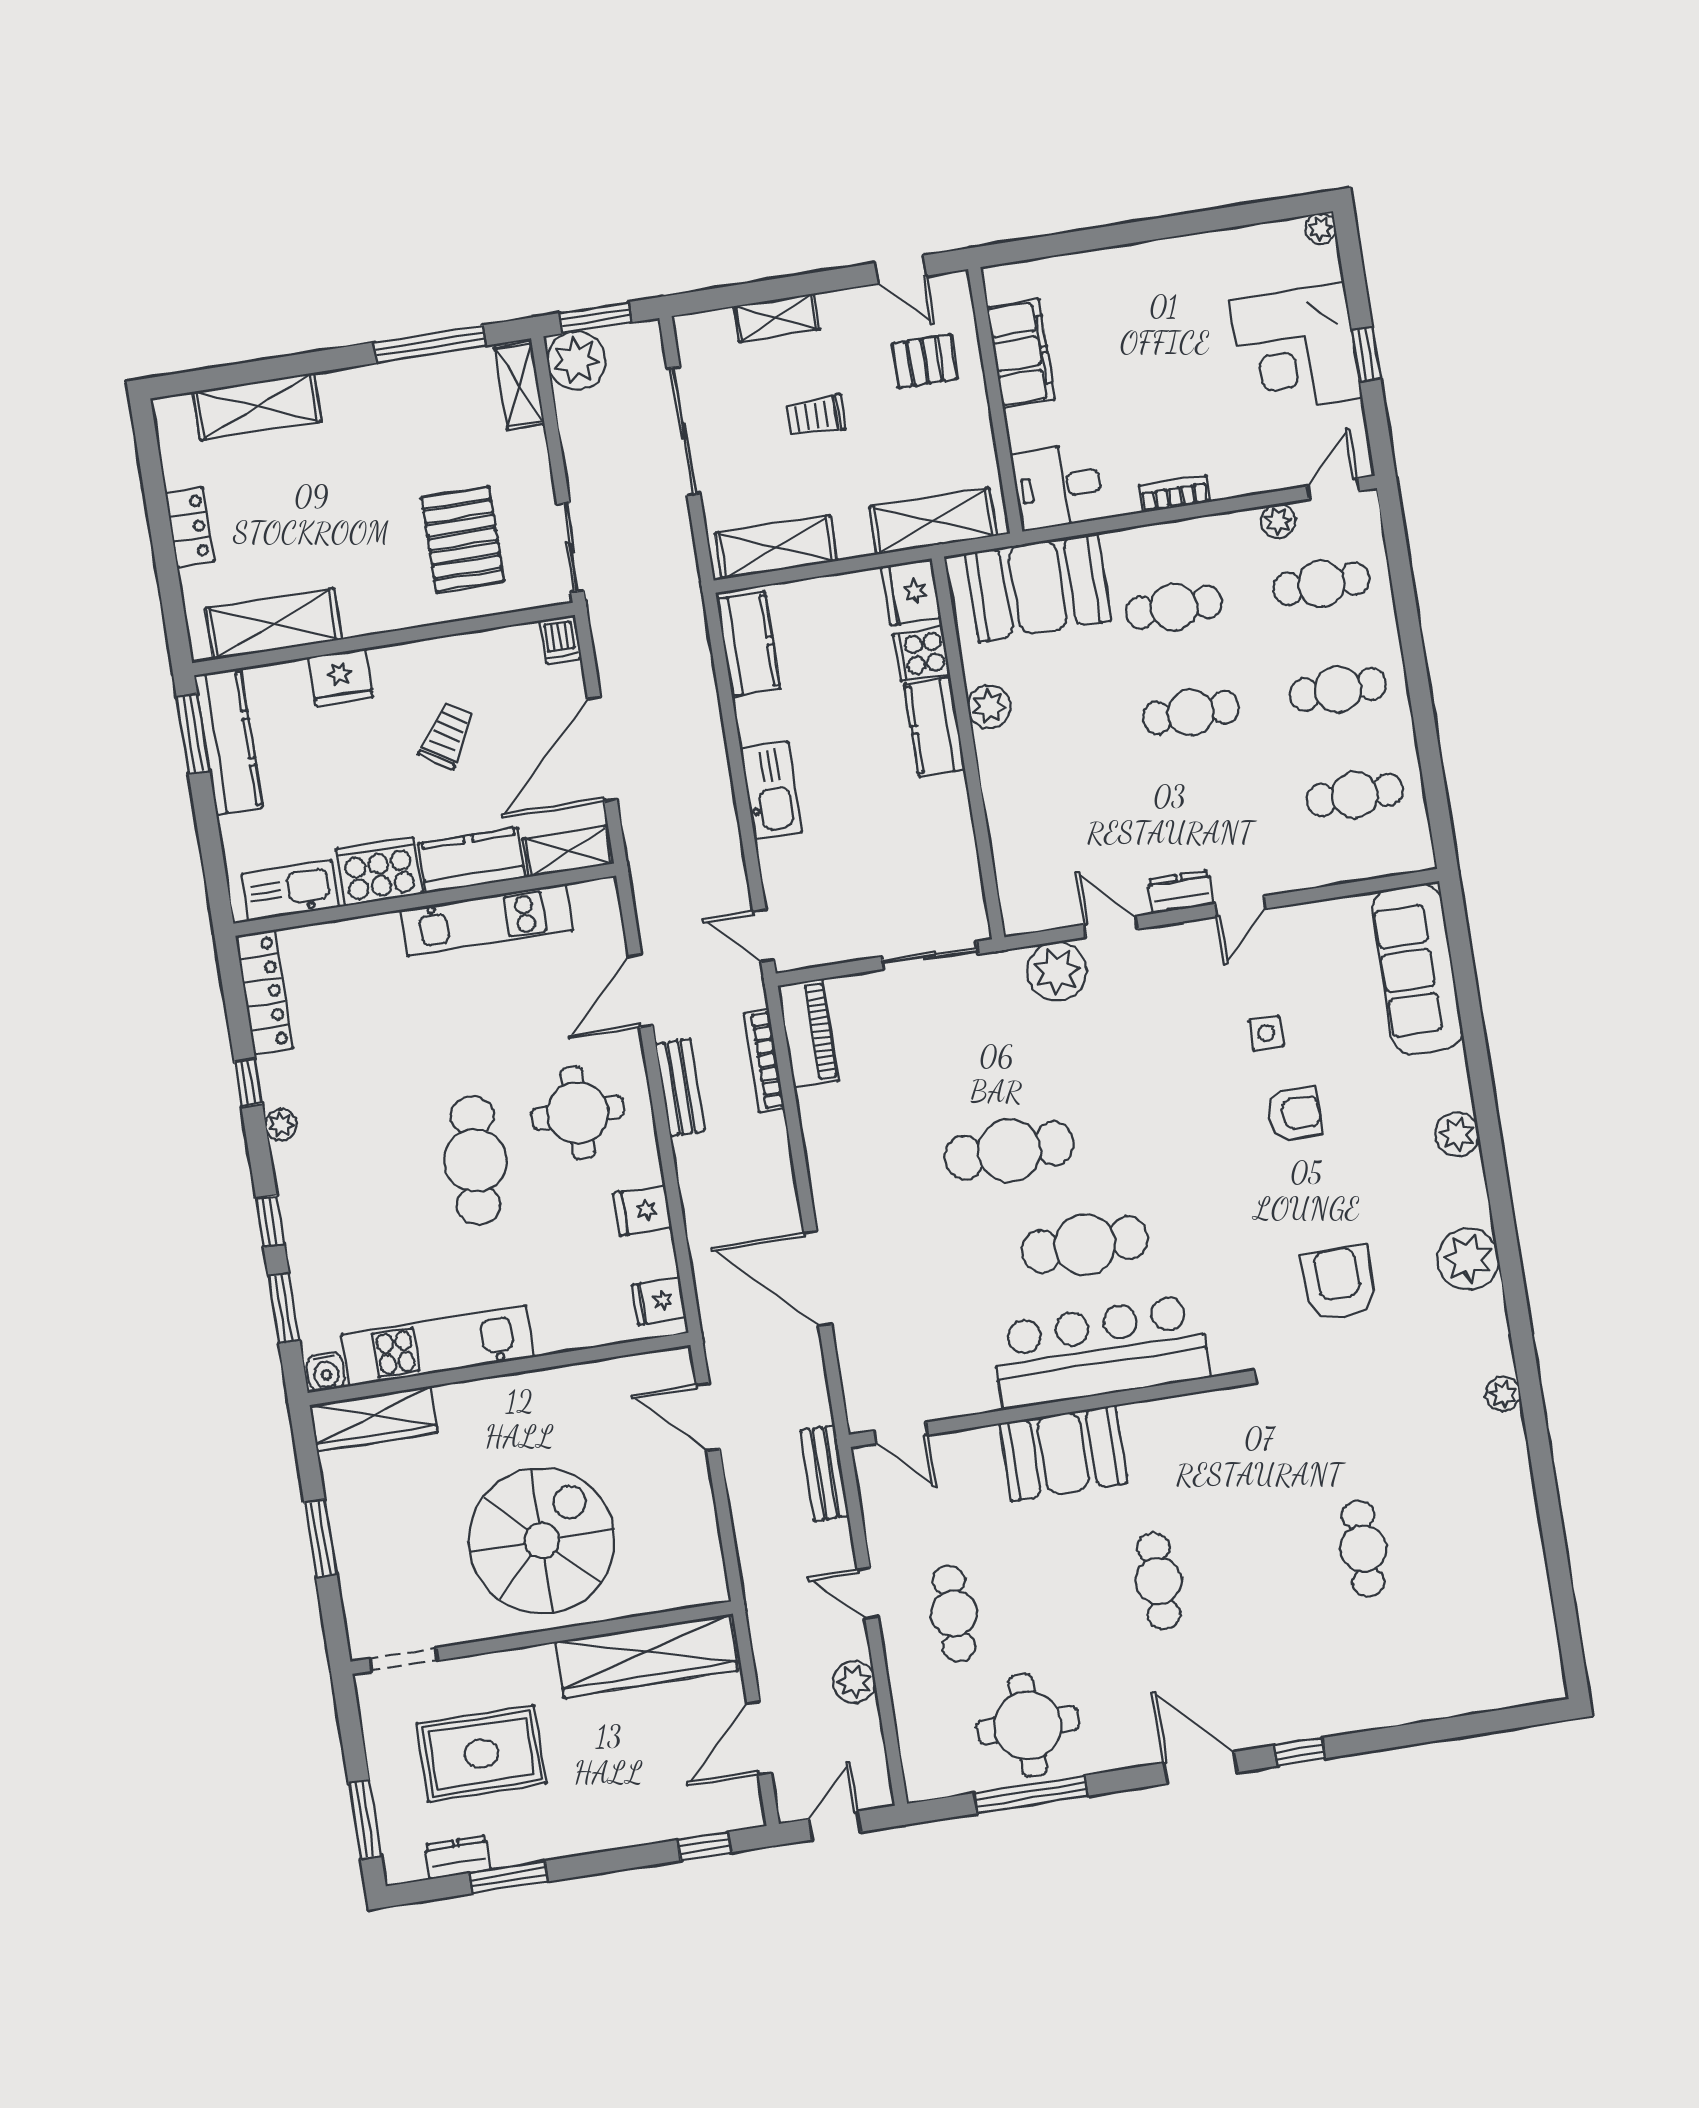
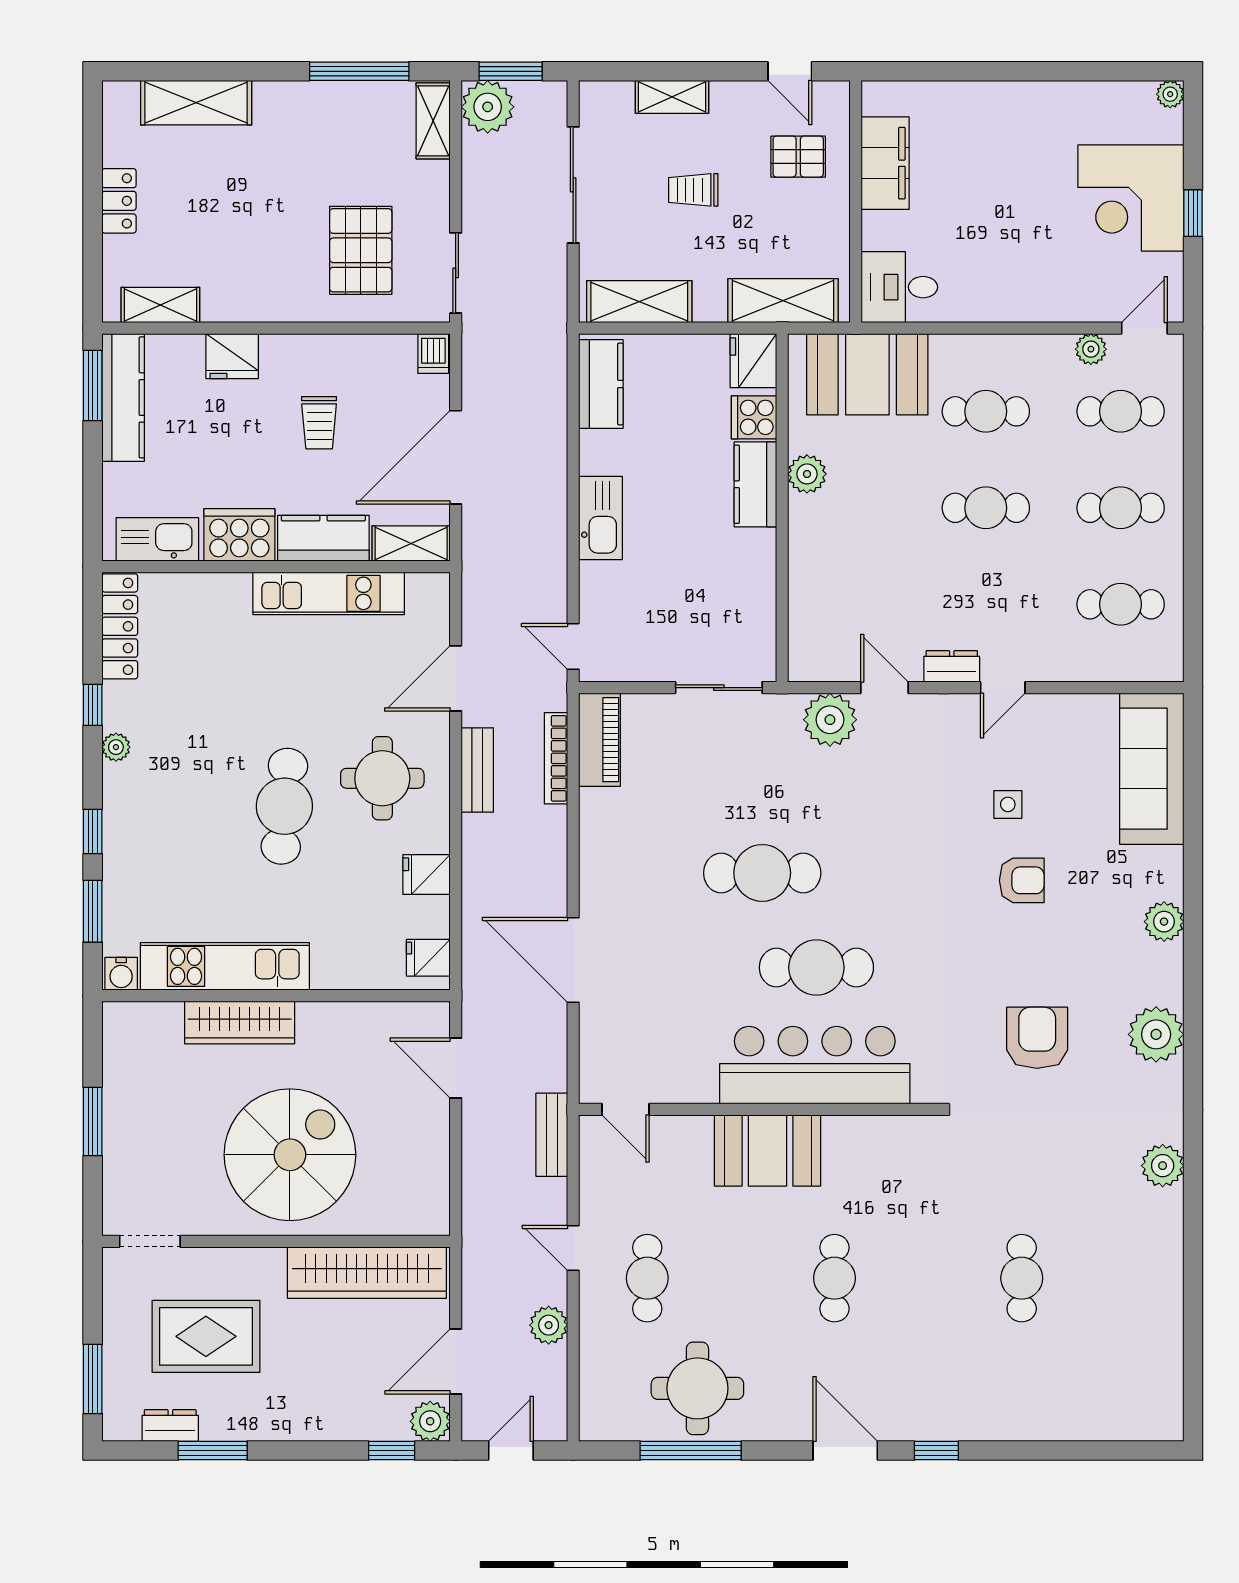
bookcase: (1174, 494) -> (1002, 310), removed
shelving: (274, 624) -> (160, 305), width x0.67, depth x0.75
trolley: (447, 735) -> (319, 423), turned 148
plant: (1503, 1394) -> (1163, 1166), width x1.38, depth x1.38
wardrobe: (373, 1419) -> (240, 1023), moved
plant: (741, 1808) -> (430, 1421), added

